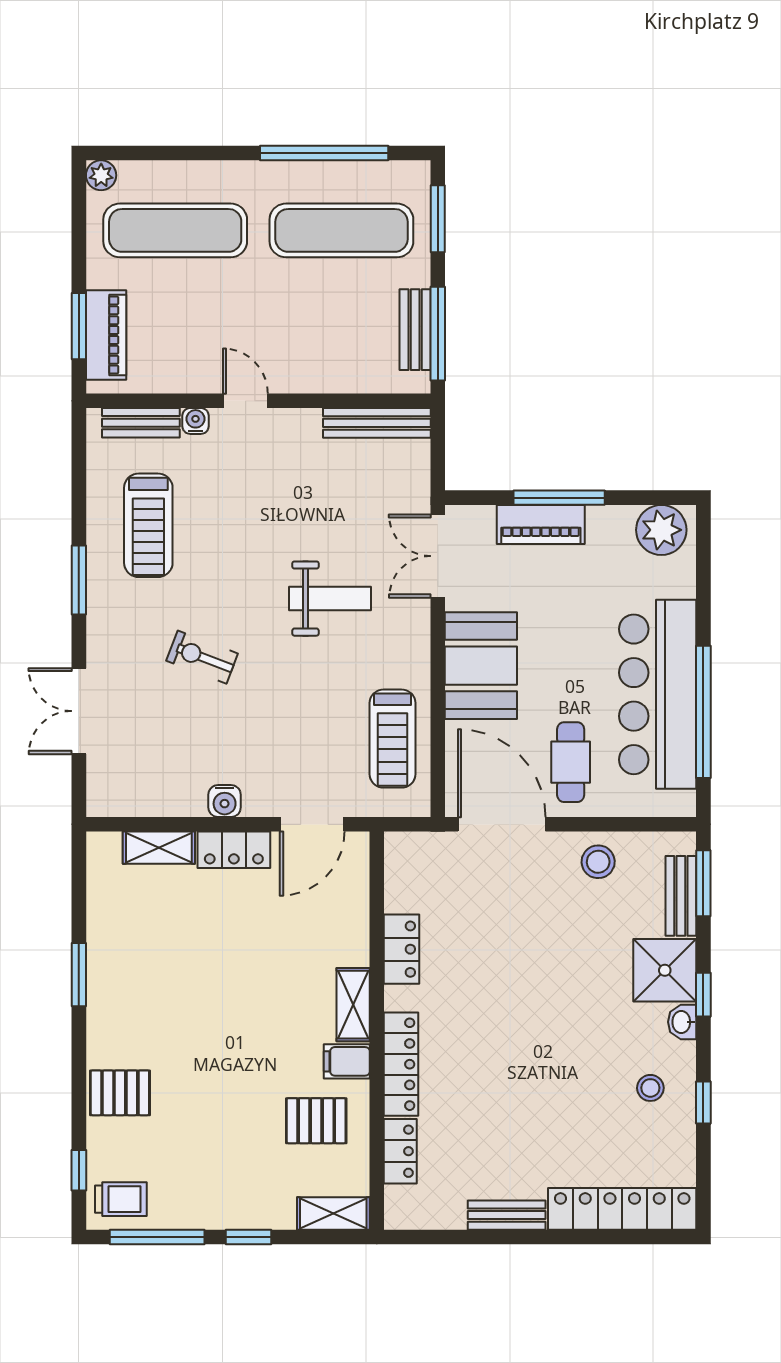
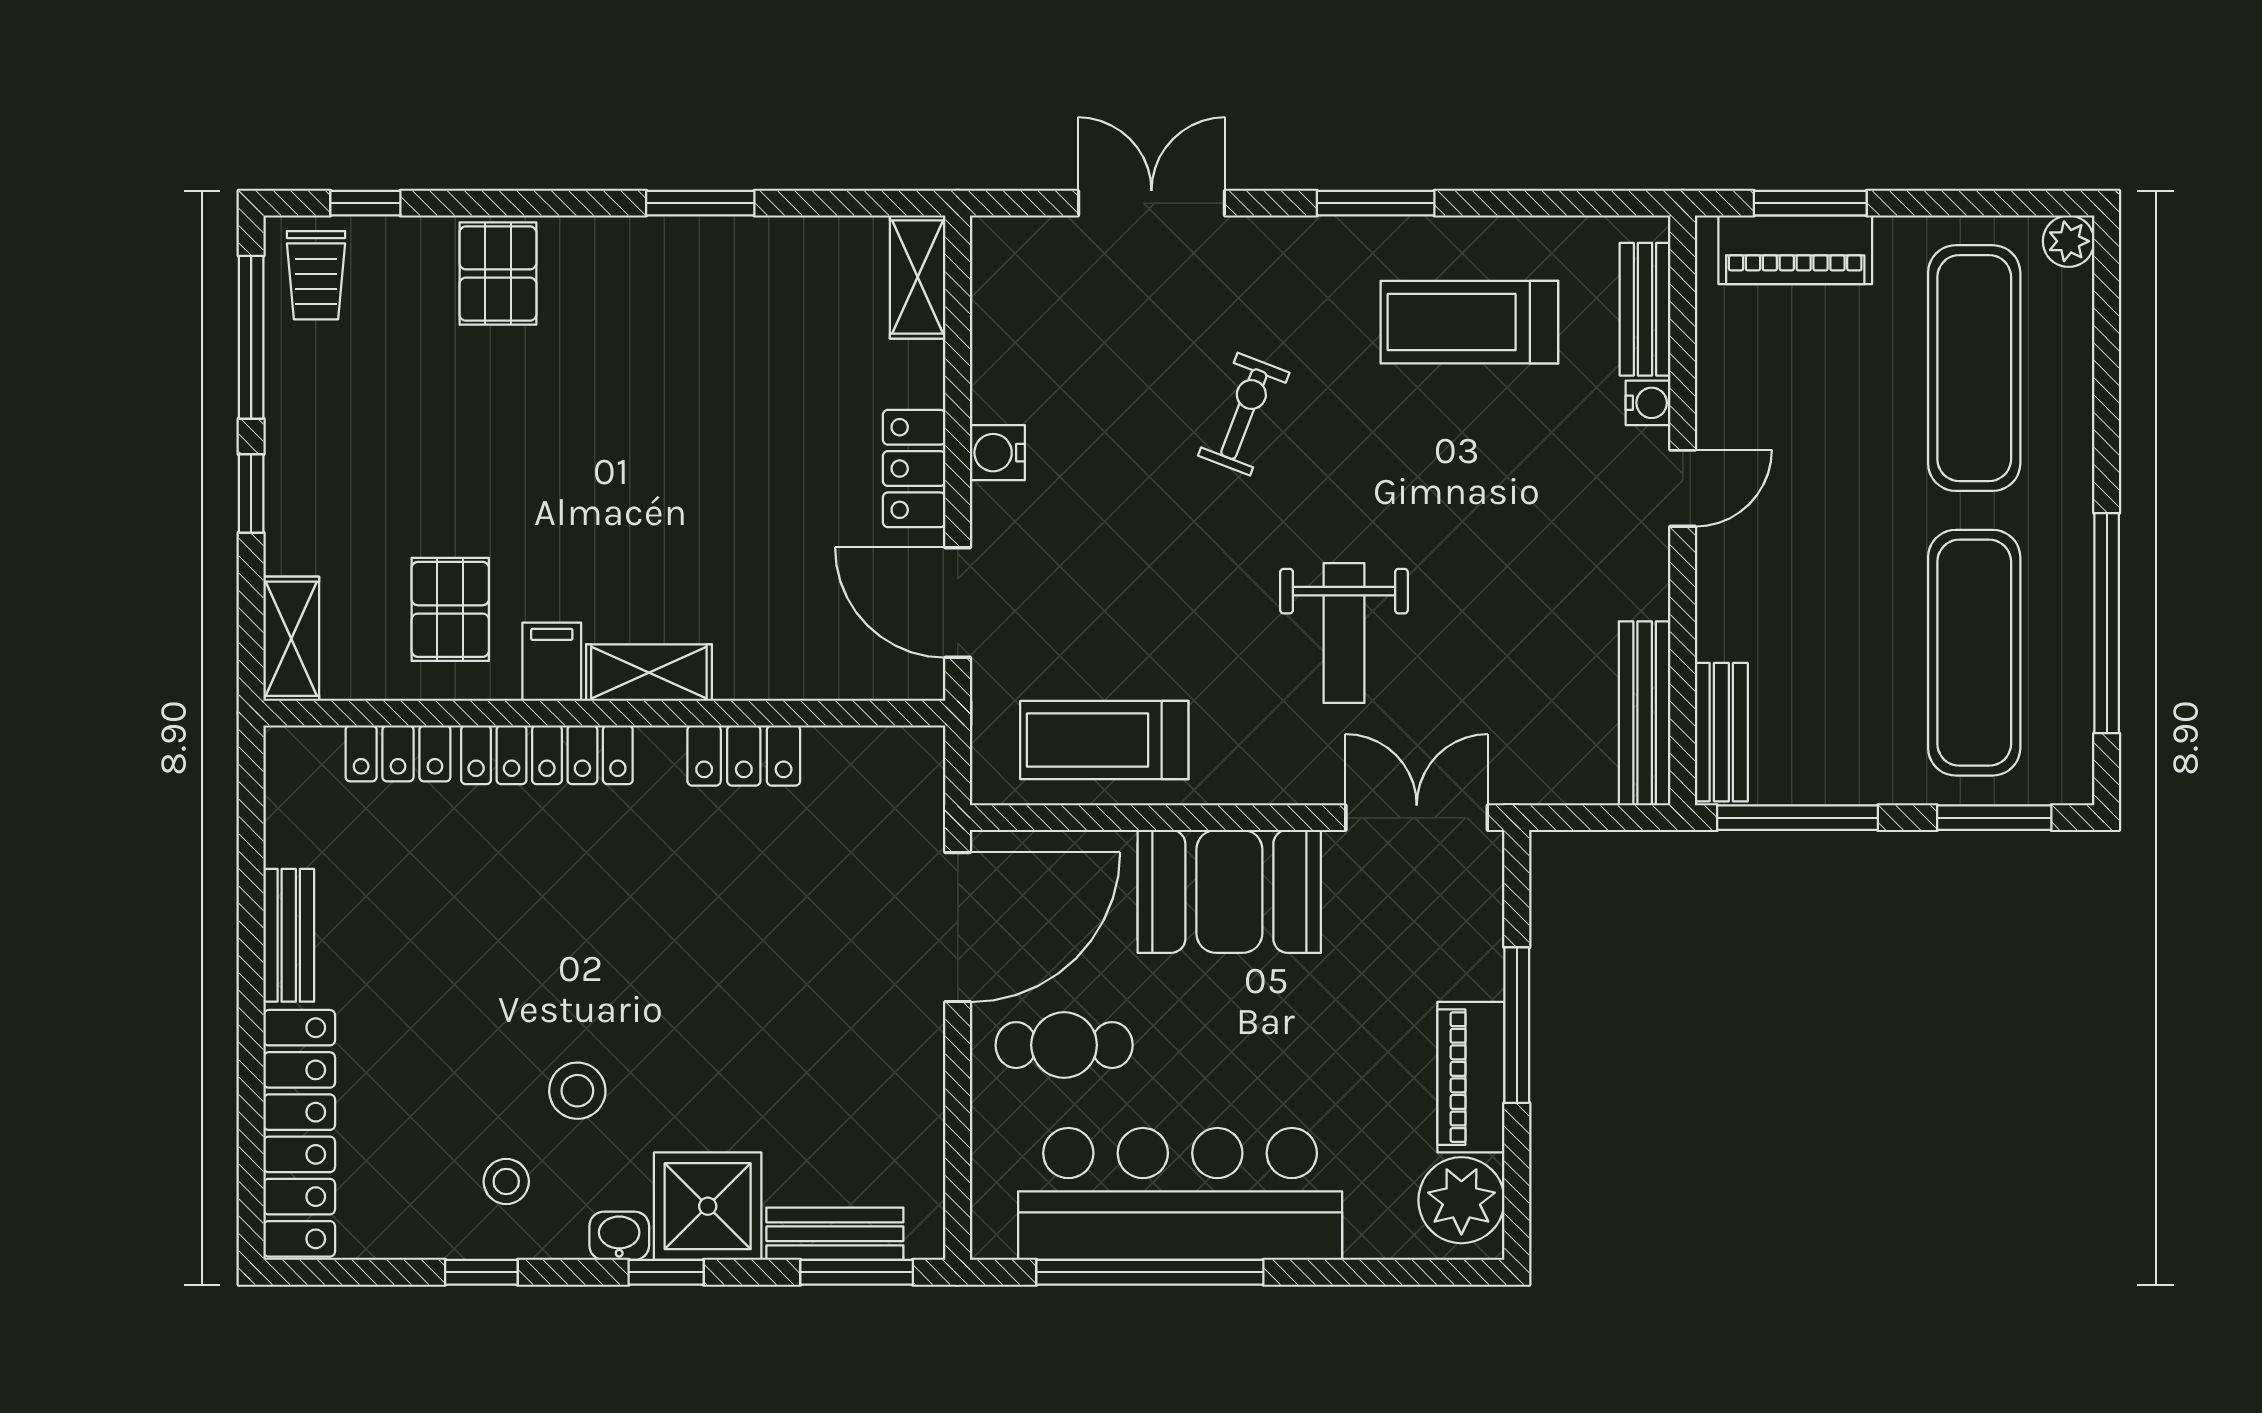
bench: (415, 330) -> (1721, 732), moved, turned 90
piano: (541, 524) -> (1471, 1077), moved
shelving: (159, 848) -> (918, 277), moved
stool: (598, 862) -> (577, 1091), moved

